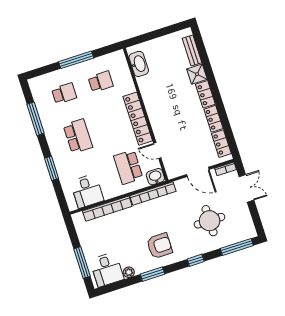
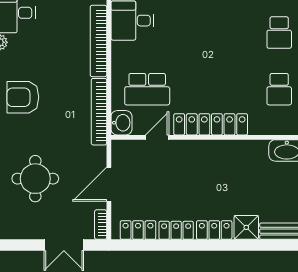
school desk: (78, 136) -> (213, 33), removed
school desk: (128, 167) -> (147, 89), turned 180
armchair: (159, 246) -> (23, 97), turned 90

